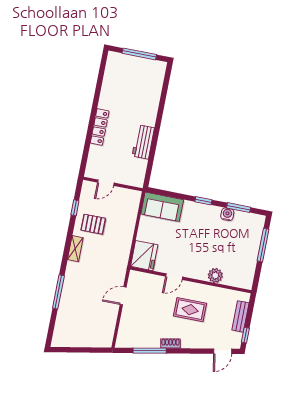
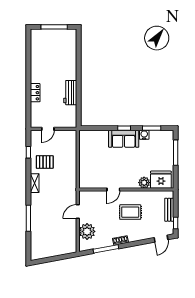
locker: (100, 127) -> (35, 93), width x0.66
sofa: (162, 207) -> (124, 139), moved
fridge: (144, 256) -> (161, 180), moved, turned -90
plant: (130, 324) -> (87, 231), added

